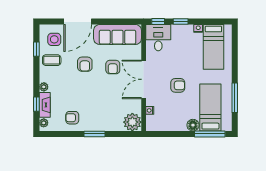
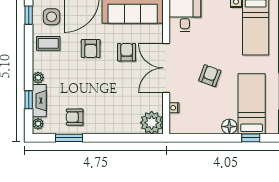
window: (36, 49) -> (29, 15), moved
armchair: (113, 67) -> (127, 52), turned 180
armchair: (178, 85) -> (210, 76), turned -70
window: (95, 134) -> (69, 138), moved
window: (210, 134) -> (251, 138), width x0.46

